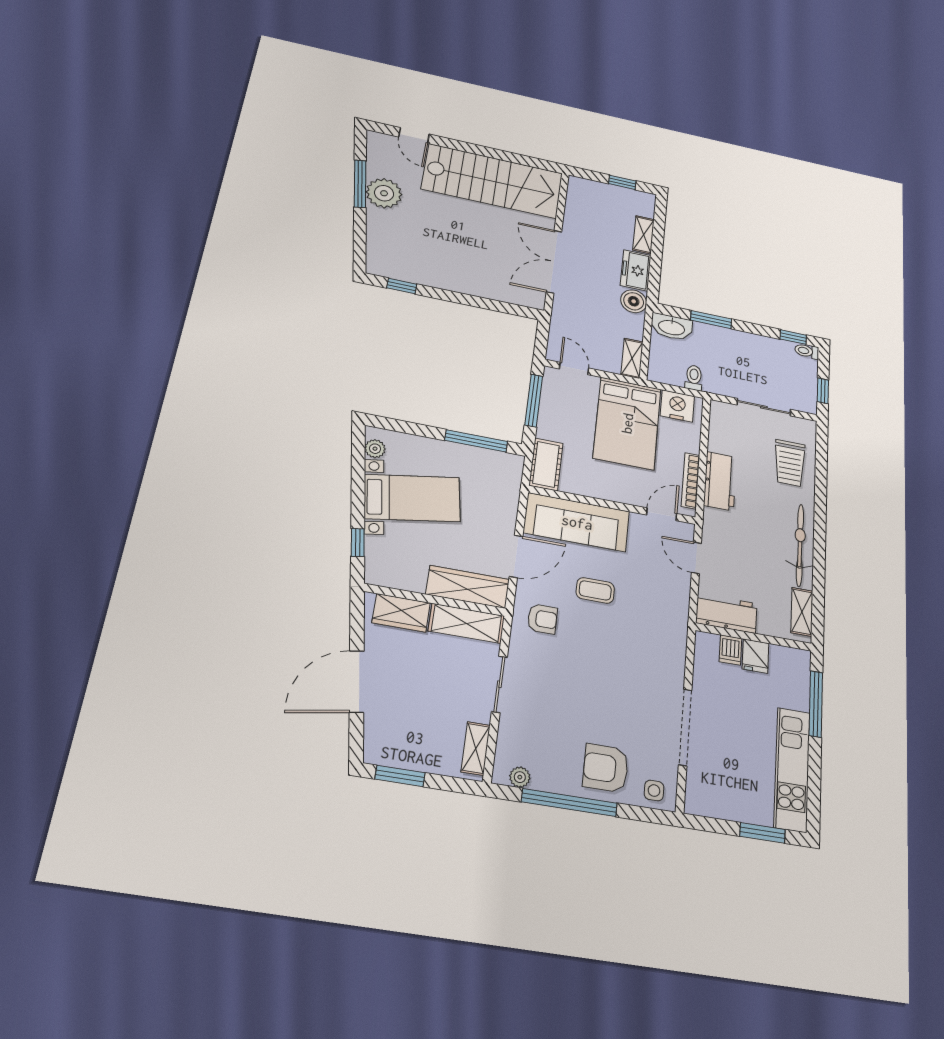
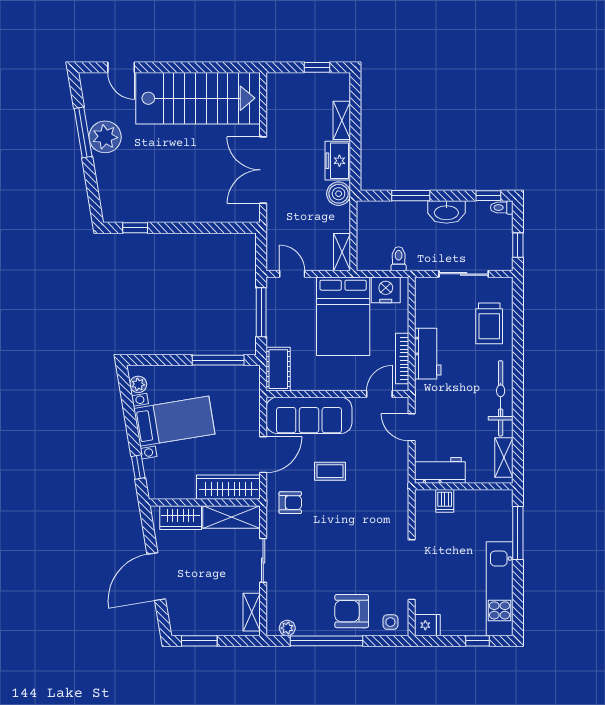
washbasin: (672, 327) -> (446, 212), moved
fridge: (755, 656) -> (427, 625), moved, turned -90
window: (762, 833) -> (477, 641), width x0.67

